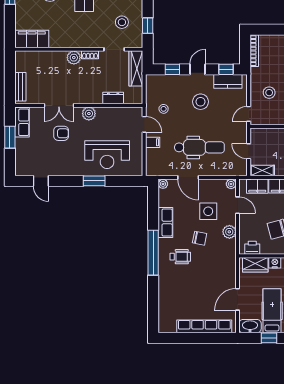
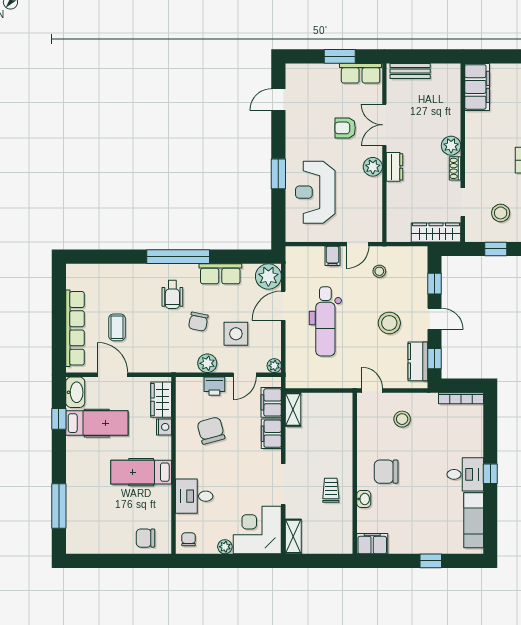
dresser: (113, 98) -> (395, 167), moved
armchair: (61, 133) -> (345, 128), turned 90
door: (249, 151) -> (320, 390), removed
plant: (163, 184) -> (268, 276), width x1.87, depth x1.87
printer: (252, 248) -> (214, 386), moved, turned 90
coffee table: (204, 296) -> (117, 327), added

